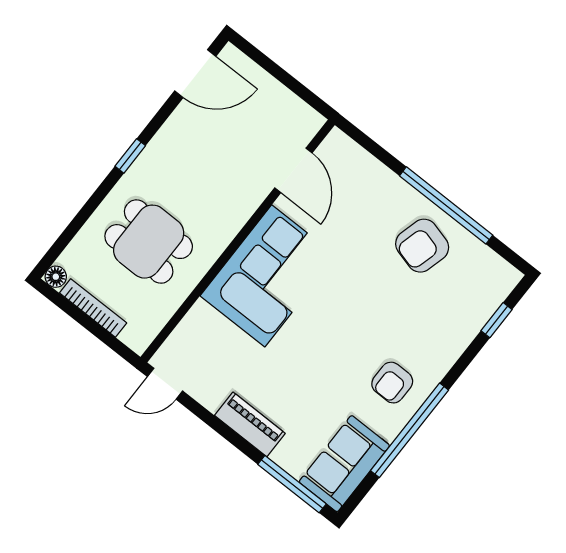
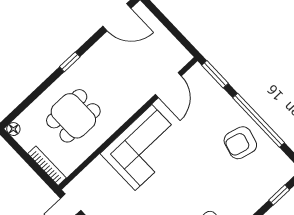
window: (366, 142) -> (215, 74), added
dining table: (149, 242) -> (73, 116), turned 90
bookcase: (93, 308) -> (47, 166), moved

